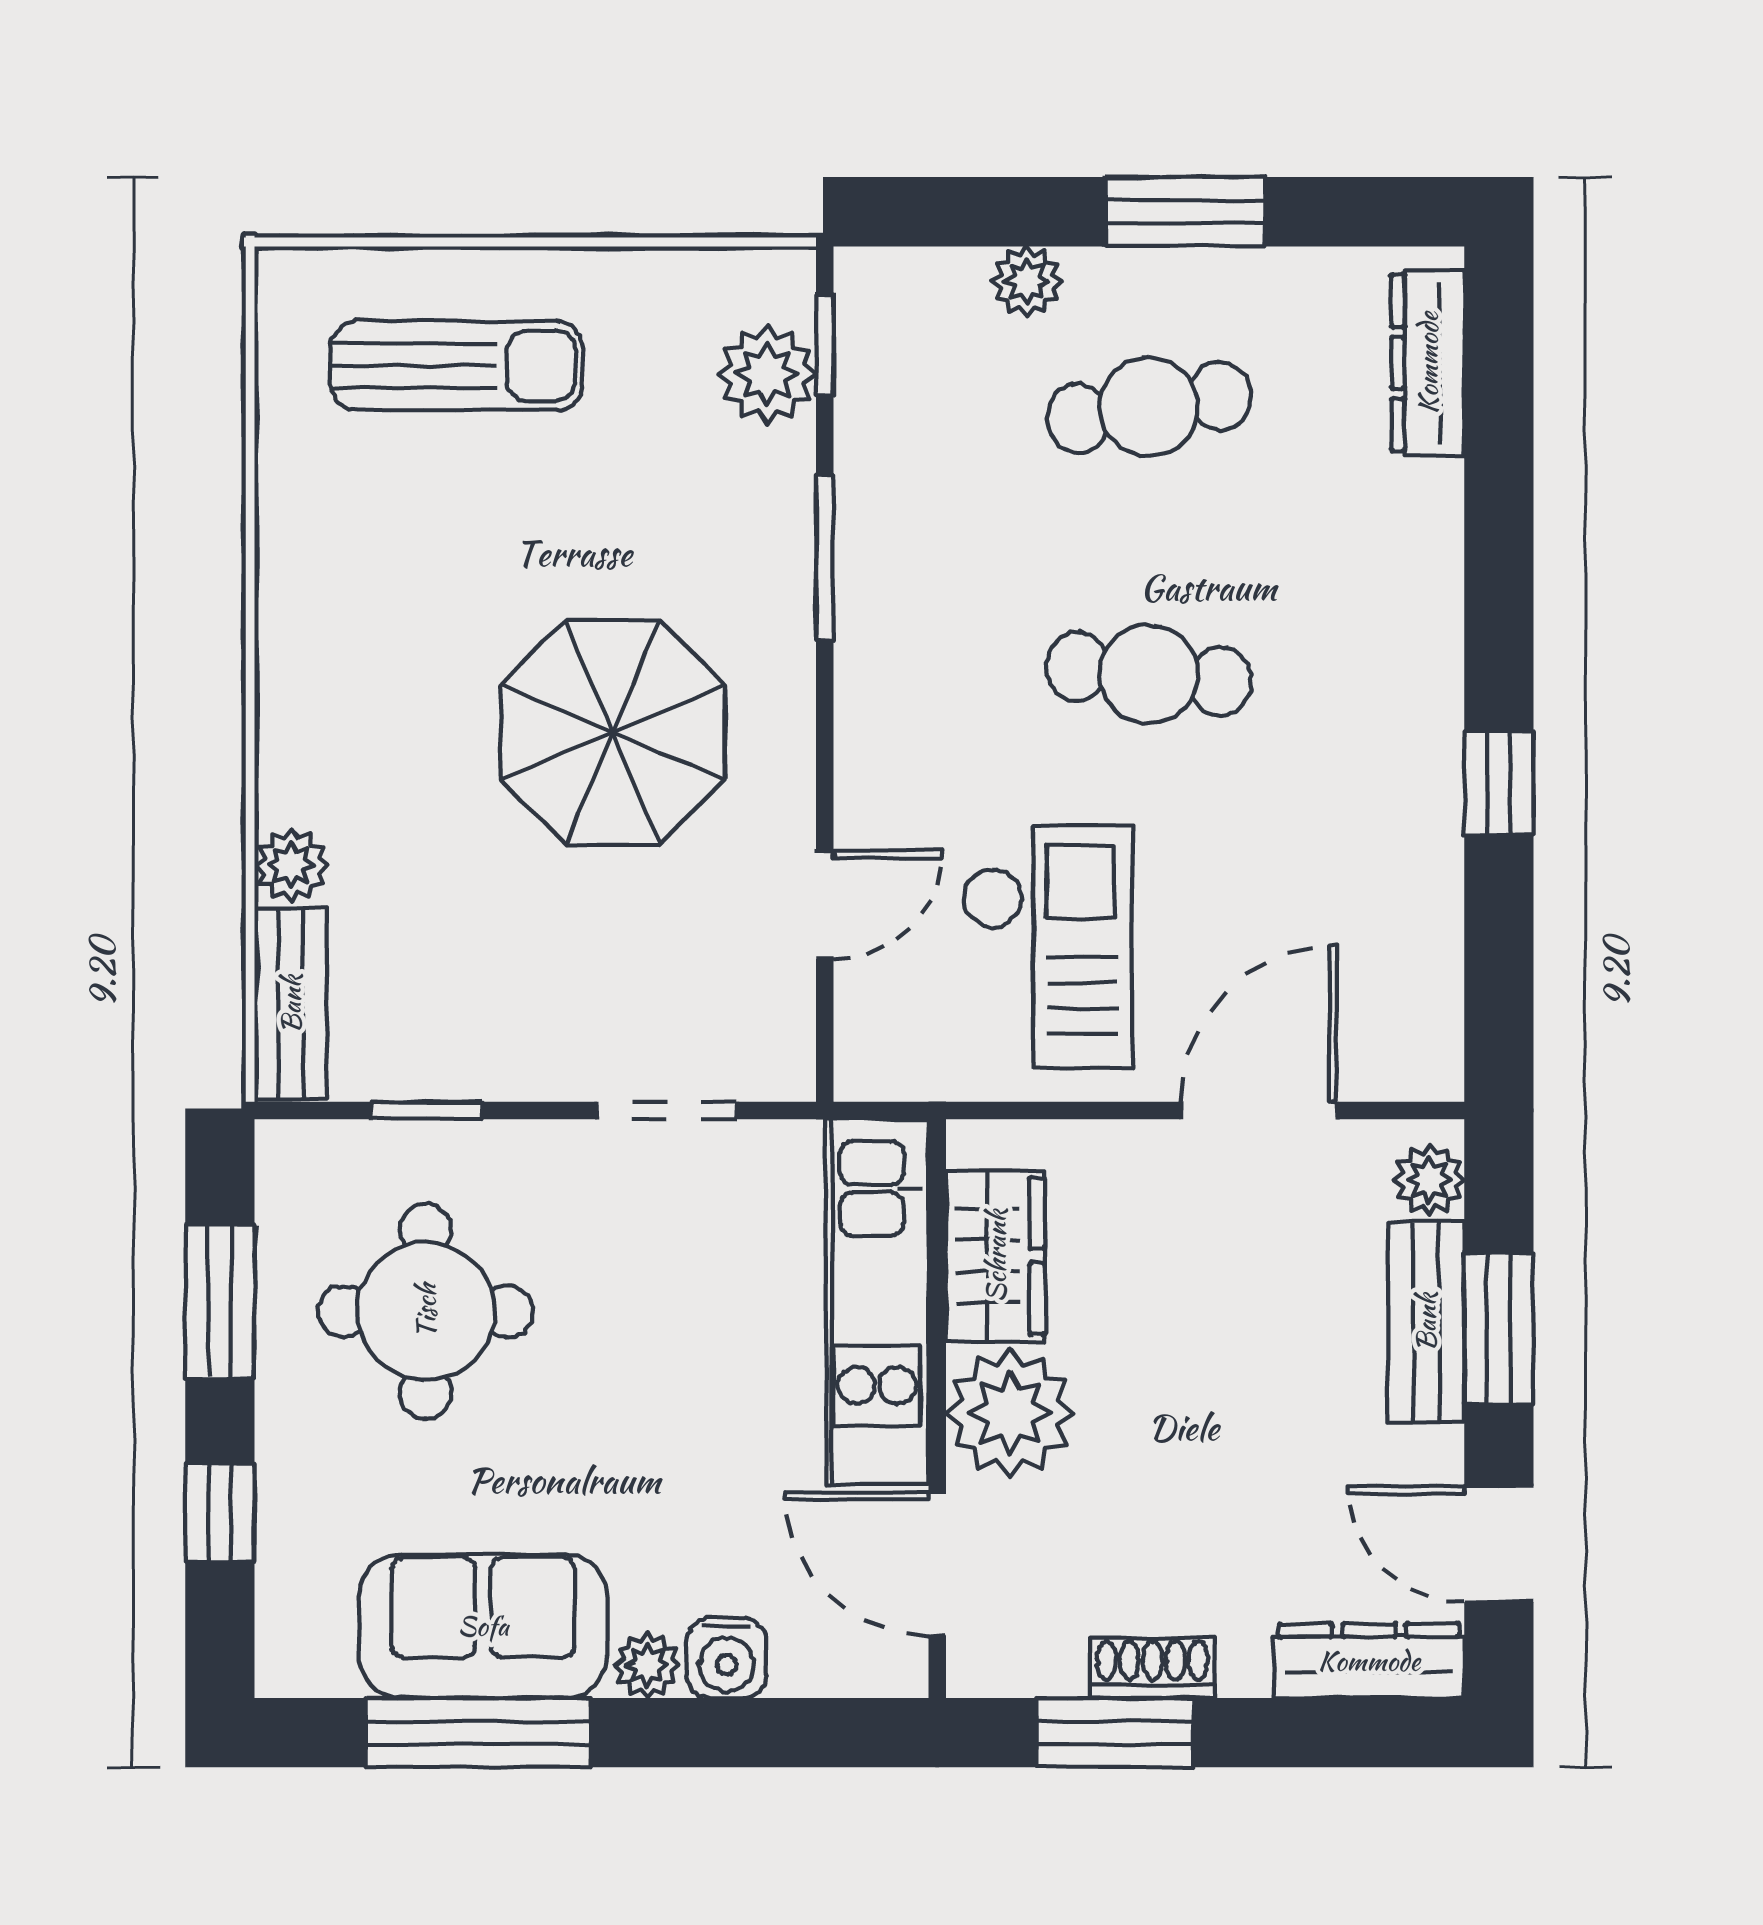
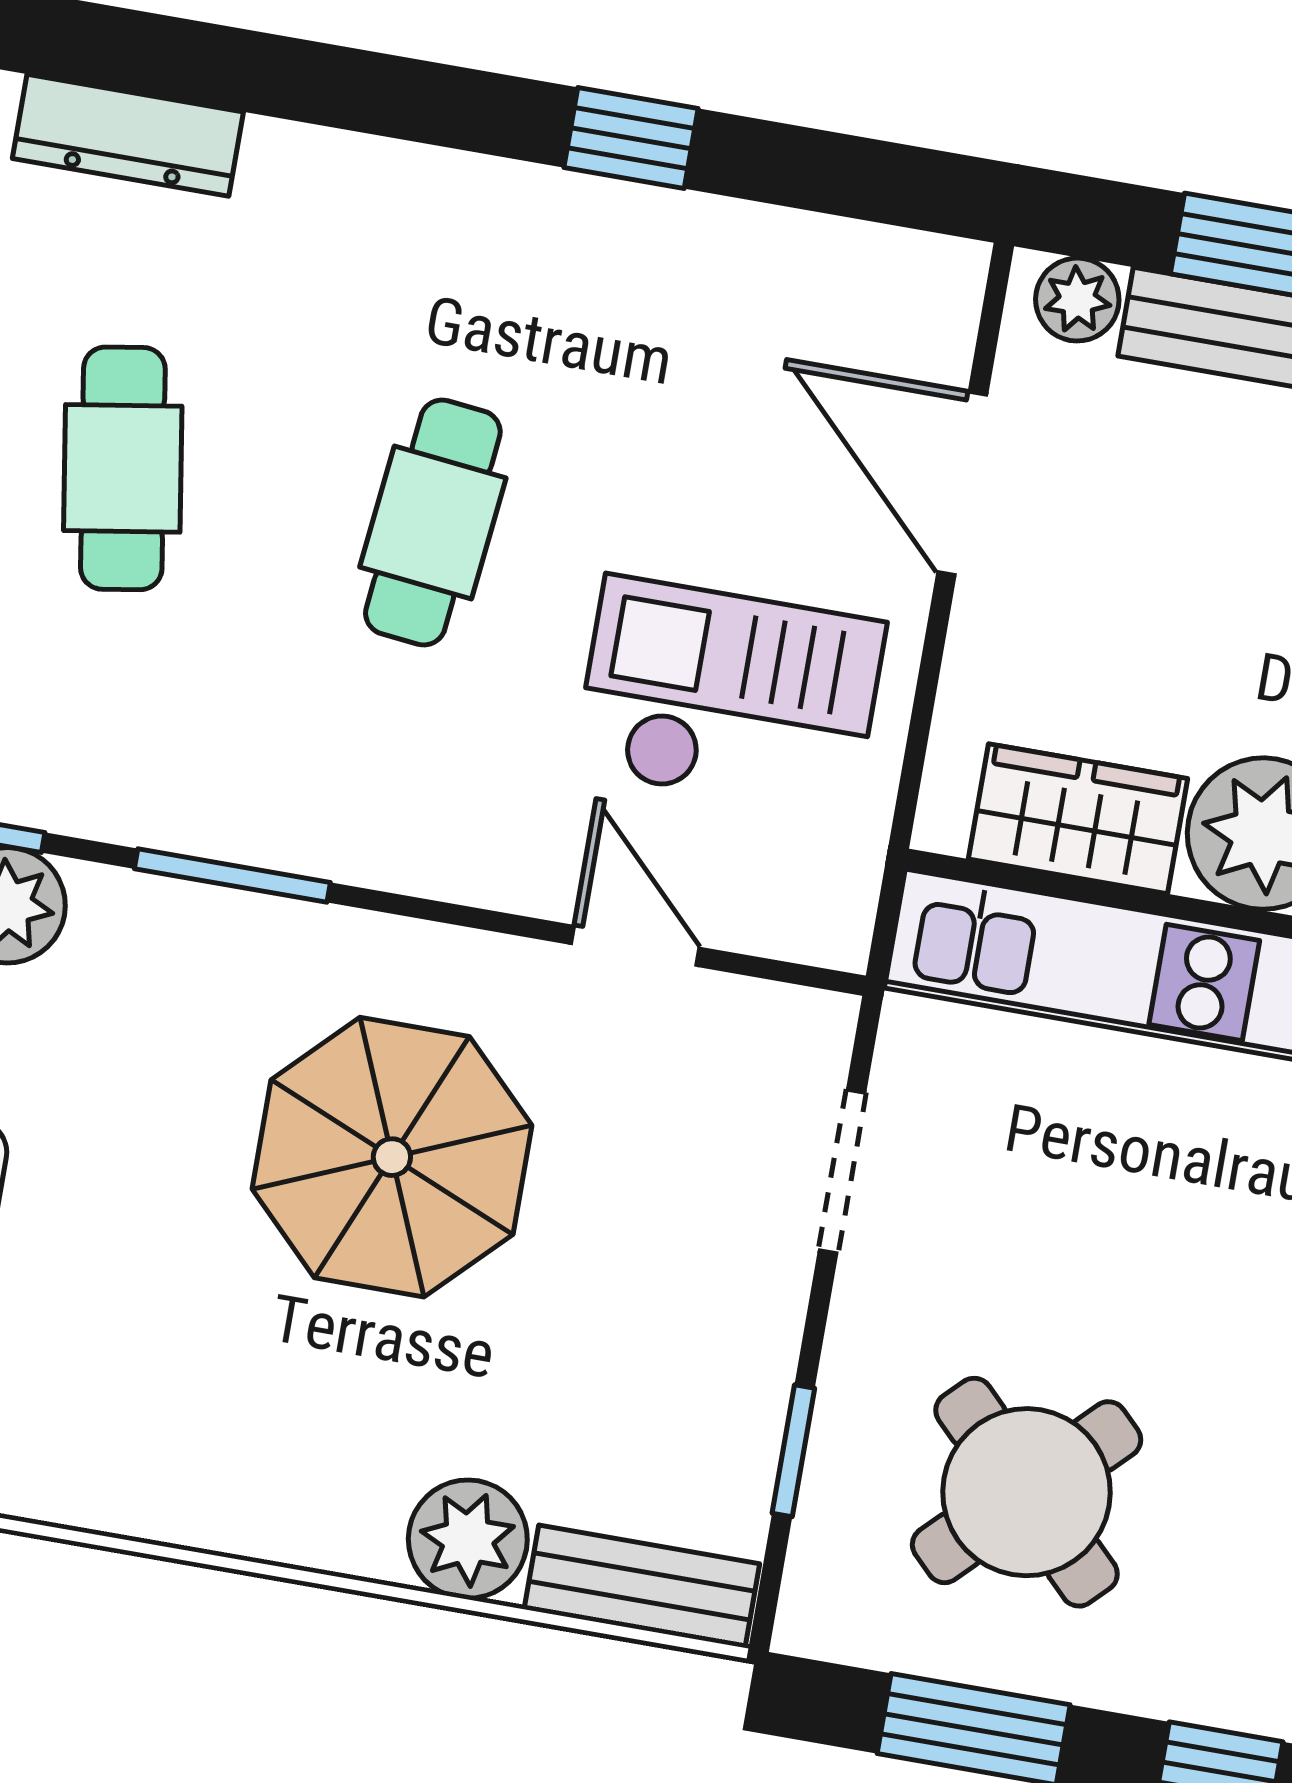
plant: (291, 865) -> (468, 1539), width x1.38, depth x1.38
round table: (426, 1311) -> (1027, 1492), turned 45

